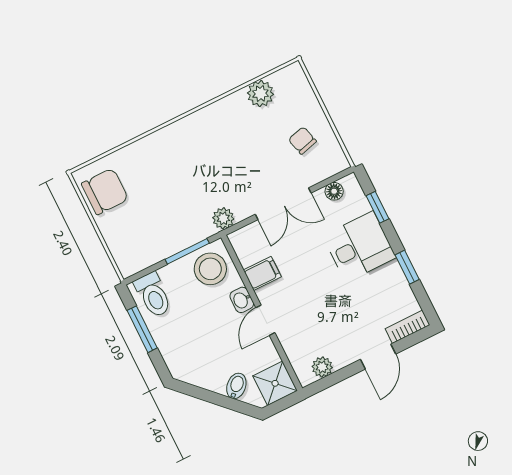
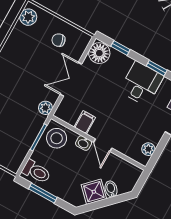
plant: (260, 94) -> (28, 17), moved
floor lamp: (334, 191) -> (99, 53), width x1.89, depth x1.89
double door: (283, 204) -> (71, 79), swing flipped
desk: (359, 247) -> (141, 84), moved
shower: (275, 383) -> (94, 192), moved, turned 45

